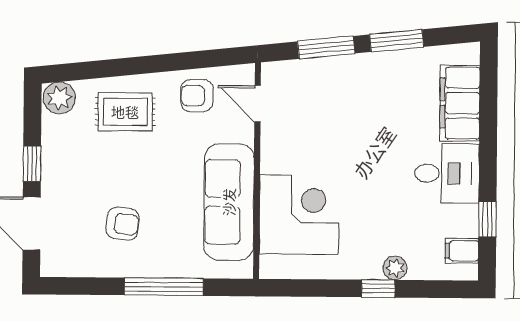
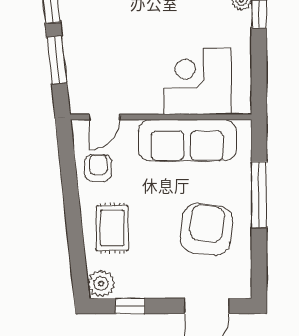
armchair: (197, 96) -> (98, 168), turned 180
window: (32, 164) -> (130, 306), moved
armchair: (123, 224) -> (206, 229), width x1.88, depth x1.88

